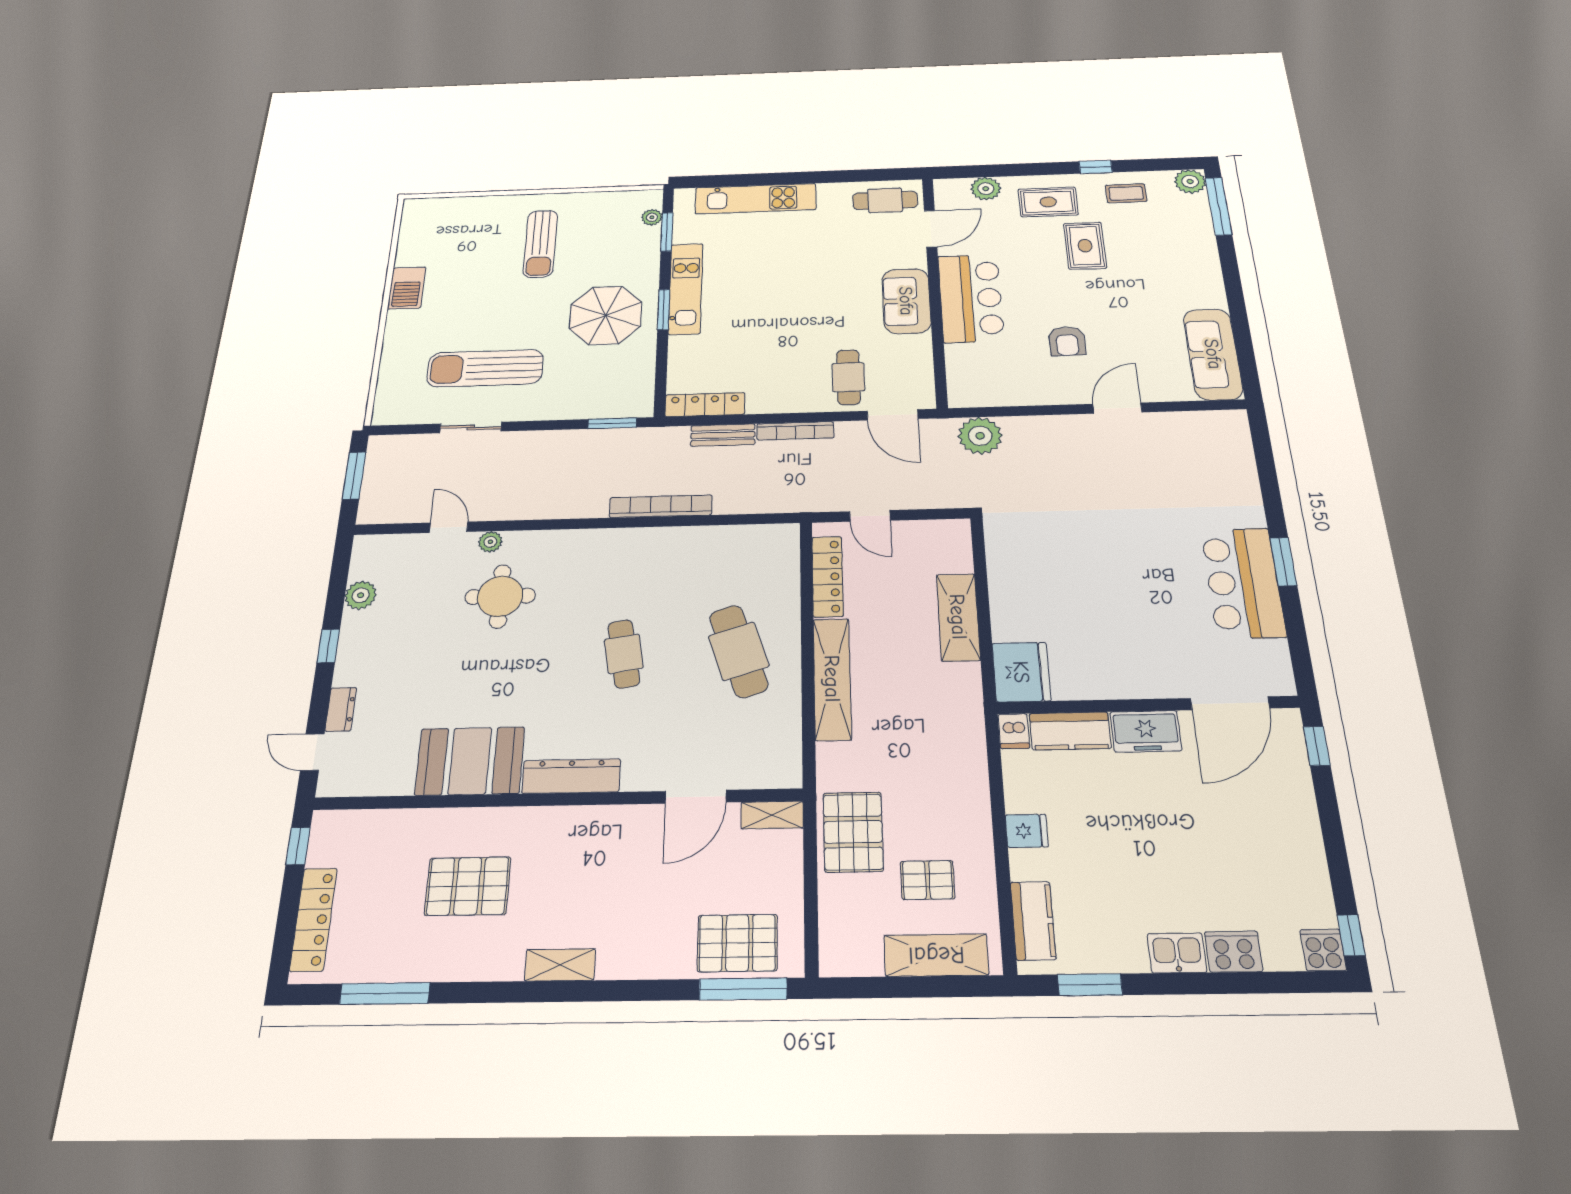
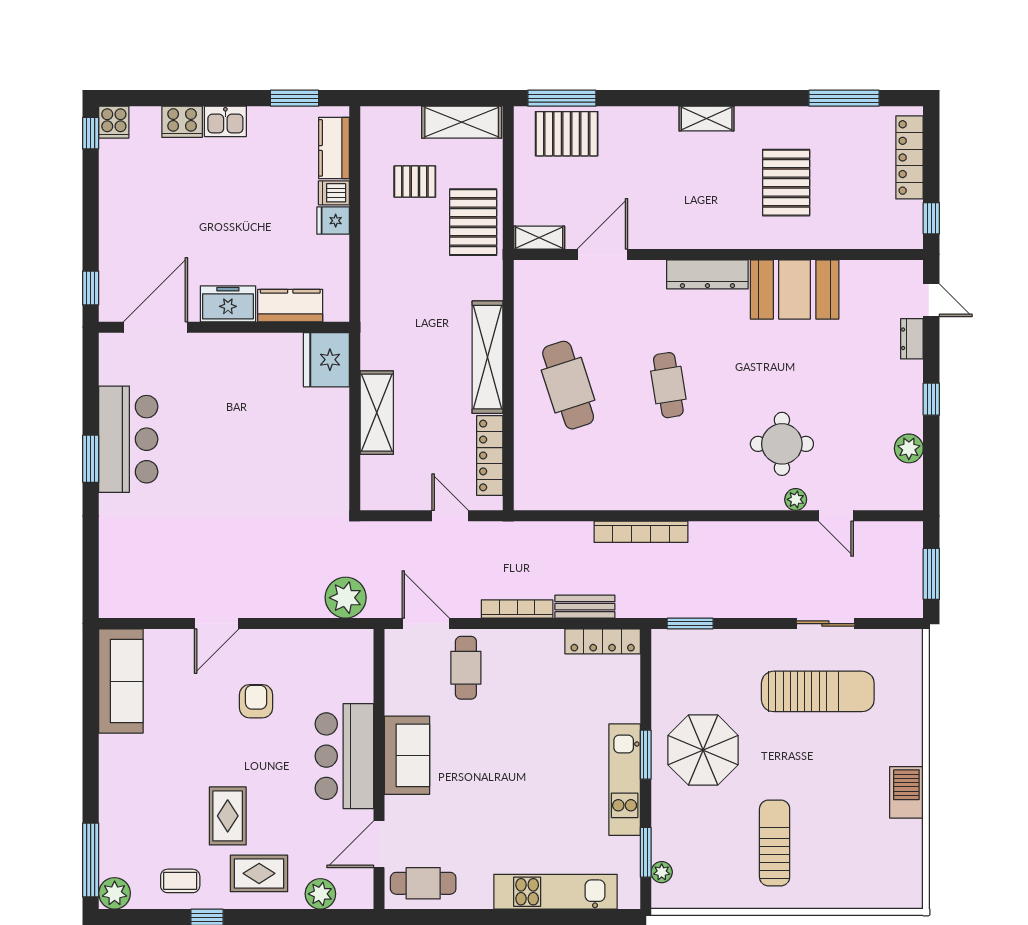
dishwasher: (1014, 731) -> (334, 193), moved, turned -90
pallet: (468, 886) -> (786, 183), turned 90
shelving: (936, 955) -> (462, 122), moved

